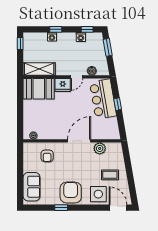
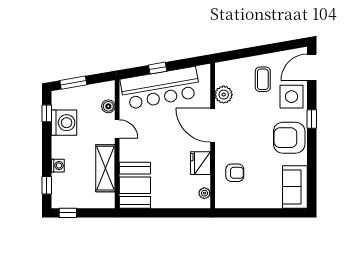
window: (56, 29) -> (47, 185), moved
washing machine: (81, 37) -> (64, 123), width x1.89, depth x1.89
shelving: (39, 69) -> (105, 168), moved
fridge: (63, 85) -> (200, 163), moved, turned 180
bar counter: (103, 99) -> (160, 88), width x1.36
sofa: (32, 187) -> (295, 187), moved, turned -90
window: (61, 208) -> (312, 119), moved

